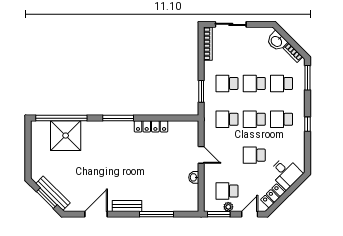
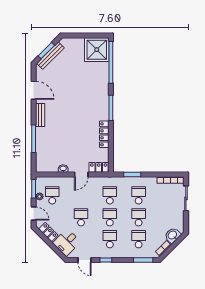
locker: (192, 133) -> (99, 167), added
shower: (66, 136) -> (97, 50), moved
door: (307, 151) -> (84, 260), added

